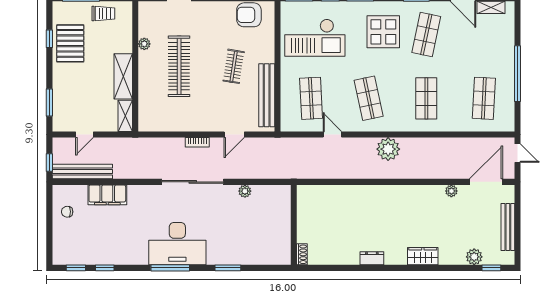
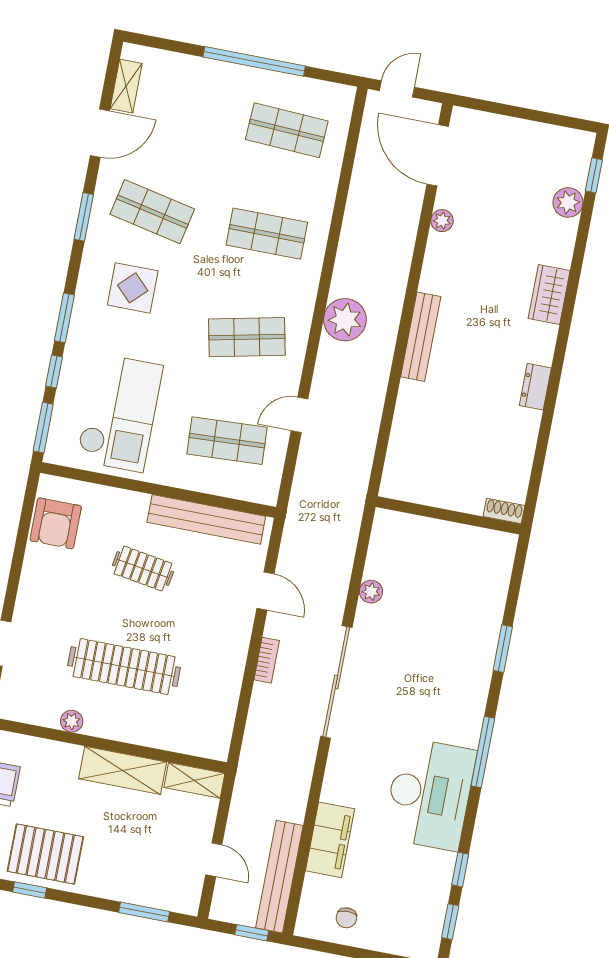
display table: (383, 32) -> (133, 288), width x0.73, depth x0.73
bench: (508, 227) -> (421, 337), moved, turned 90
desk: (177, 244) -> (430, 794), moved

